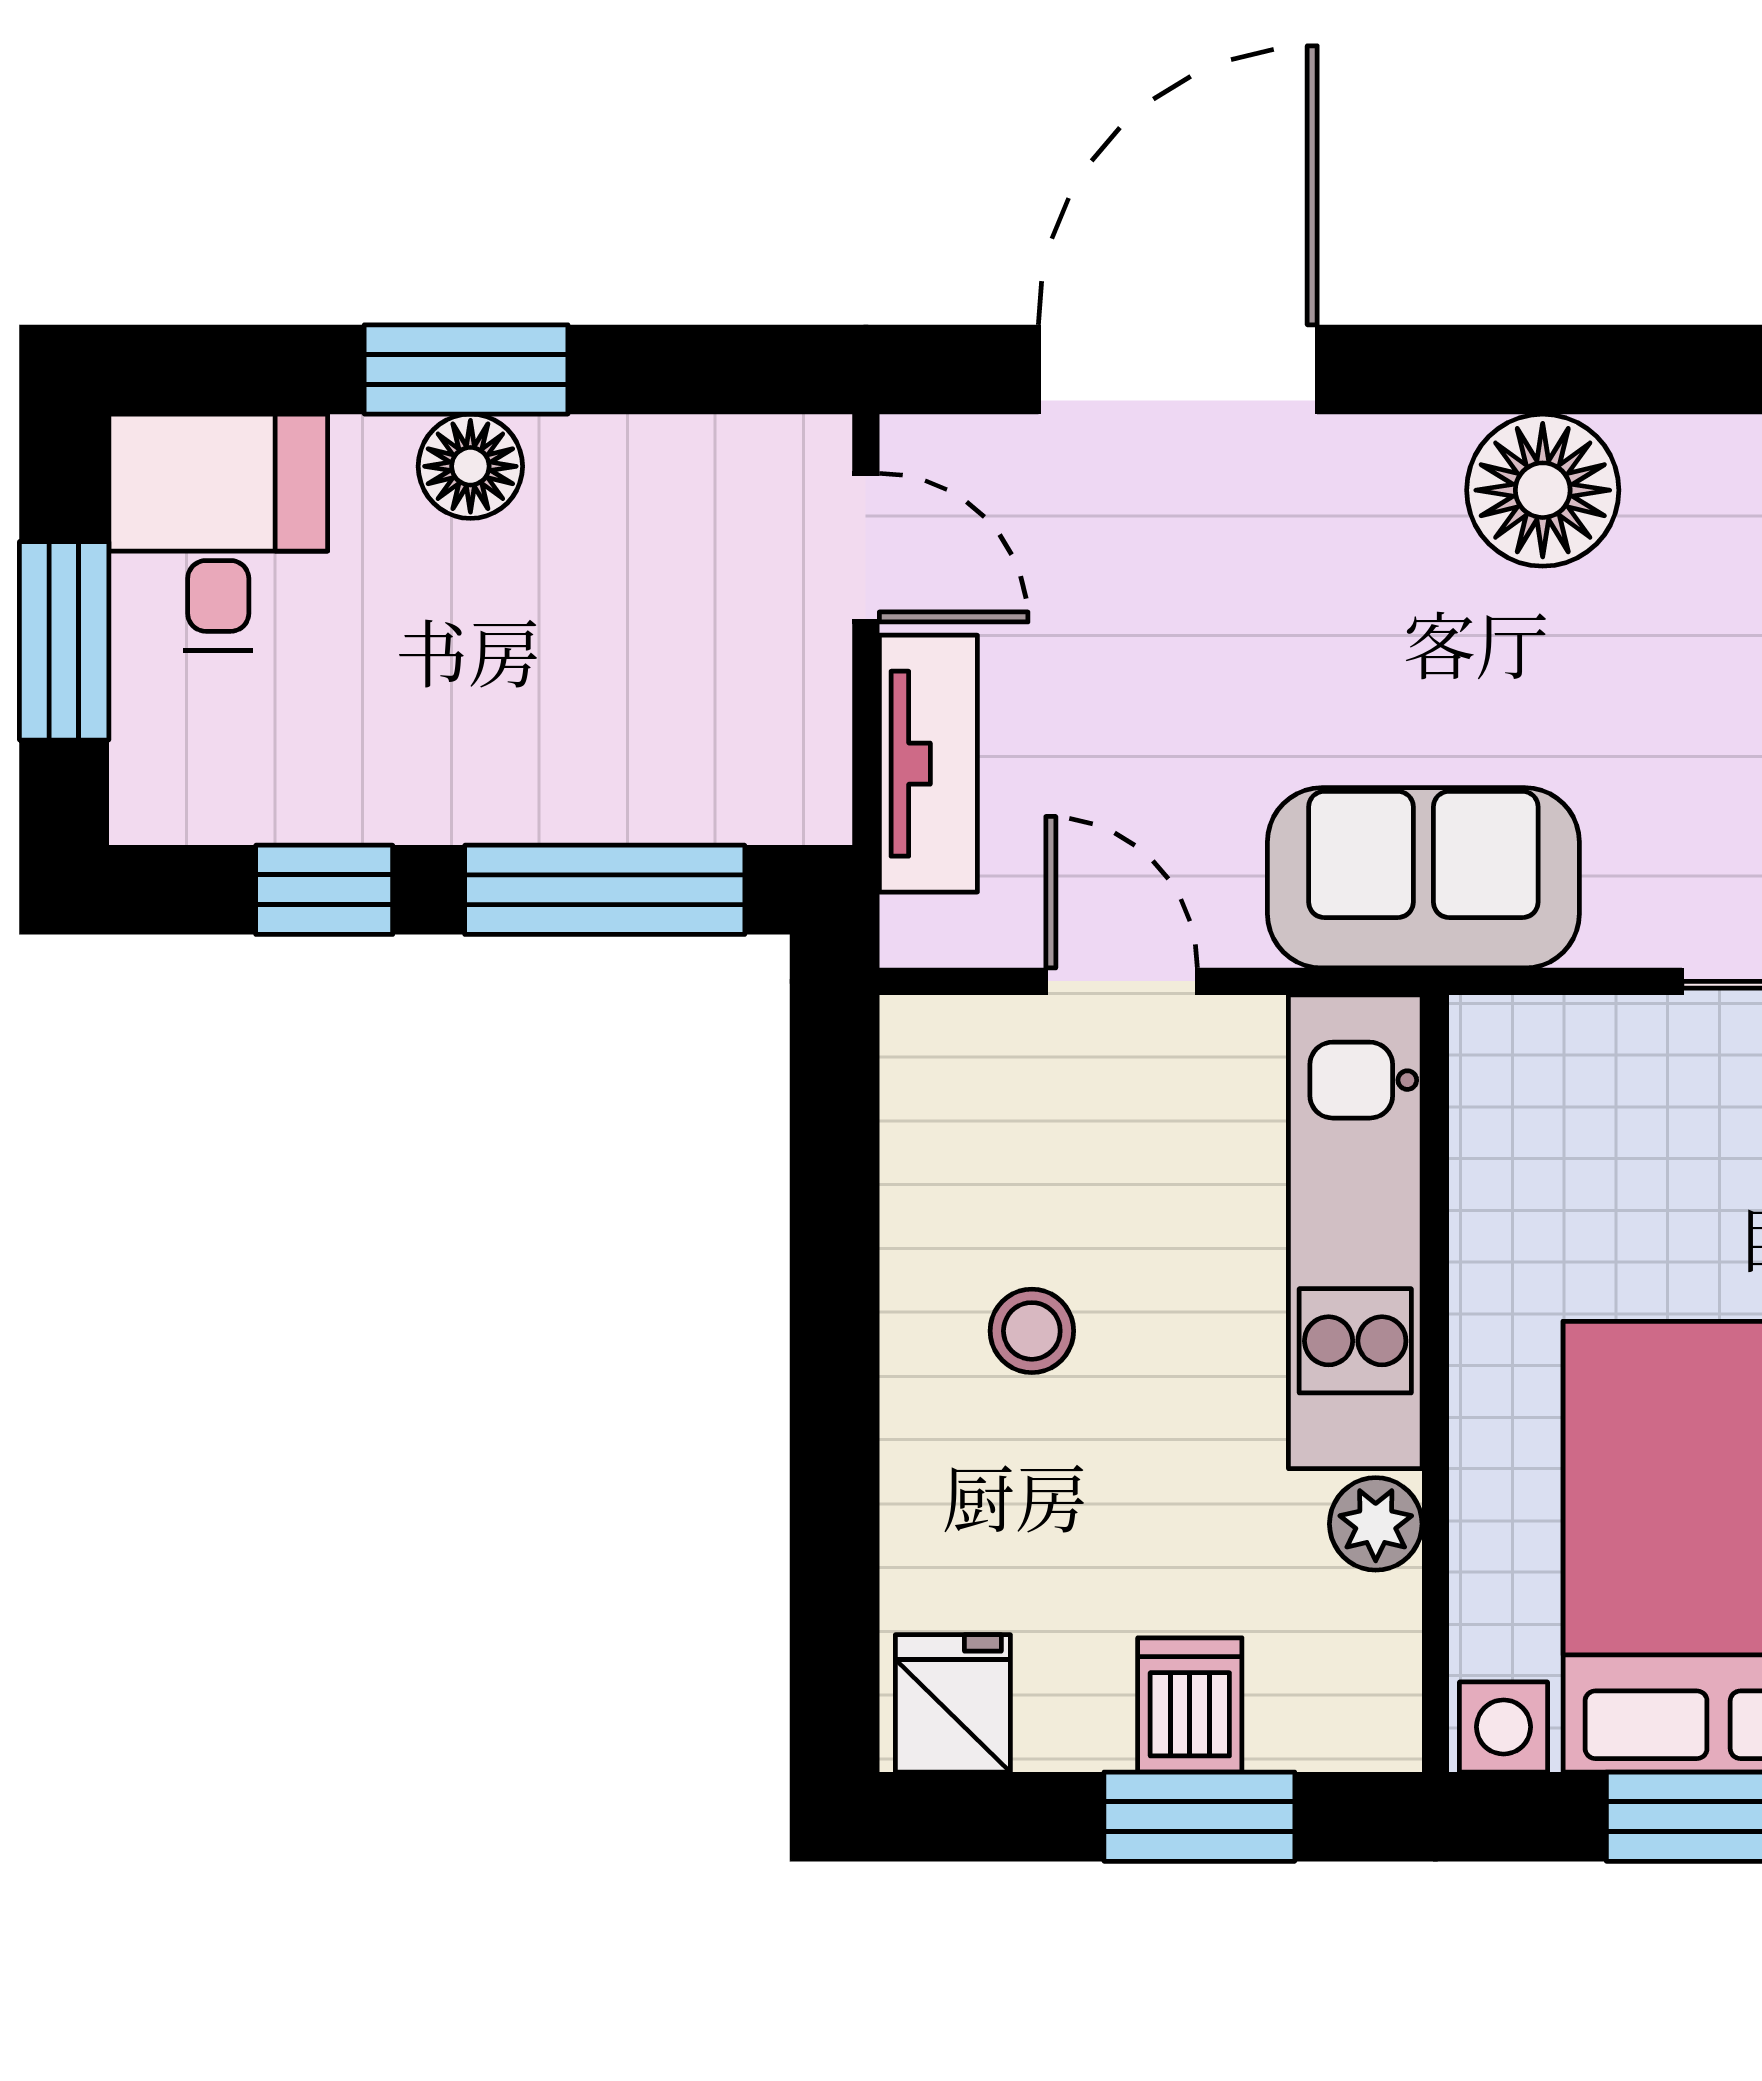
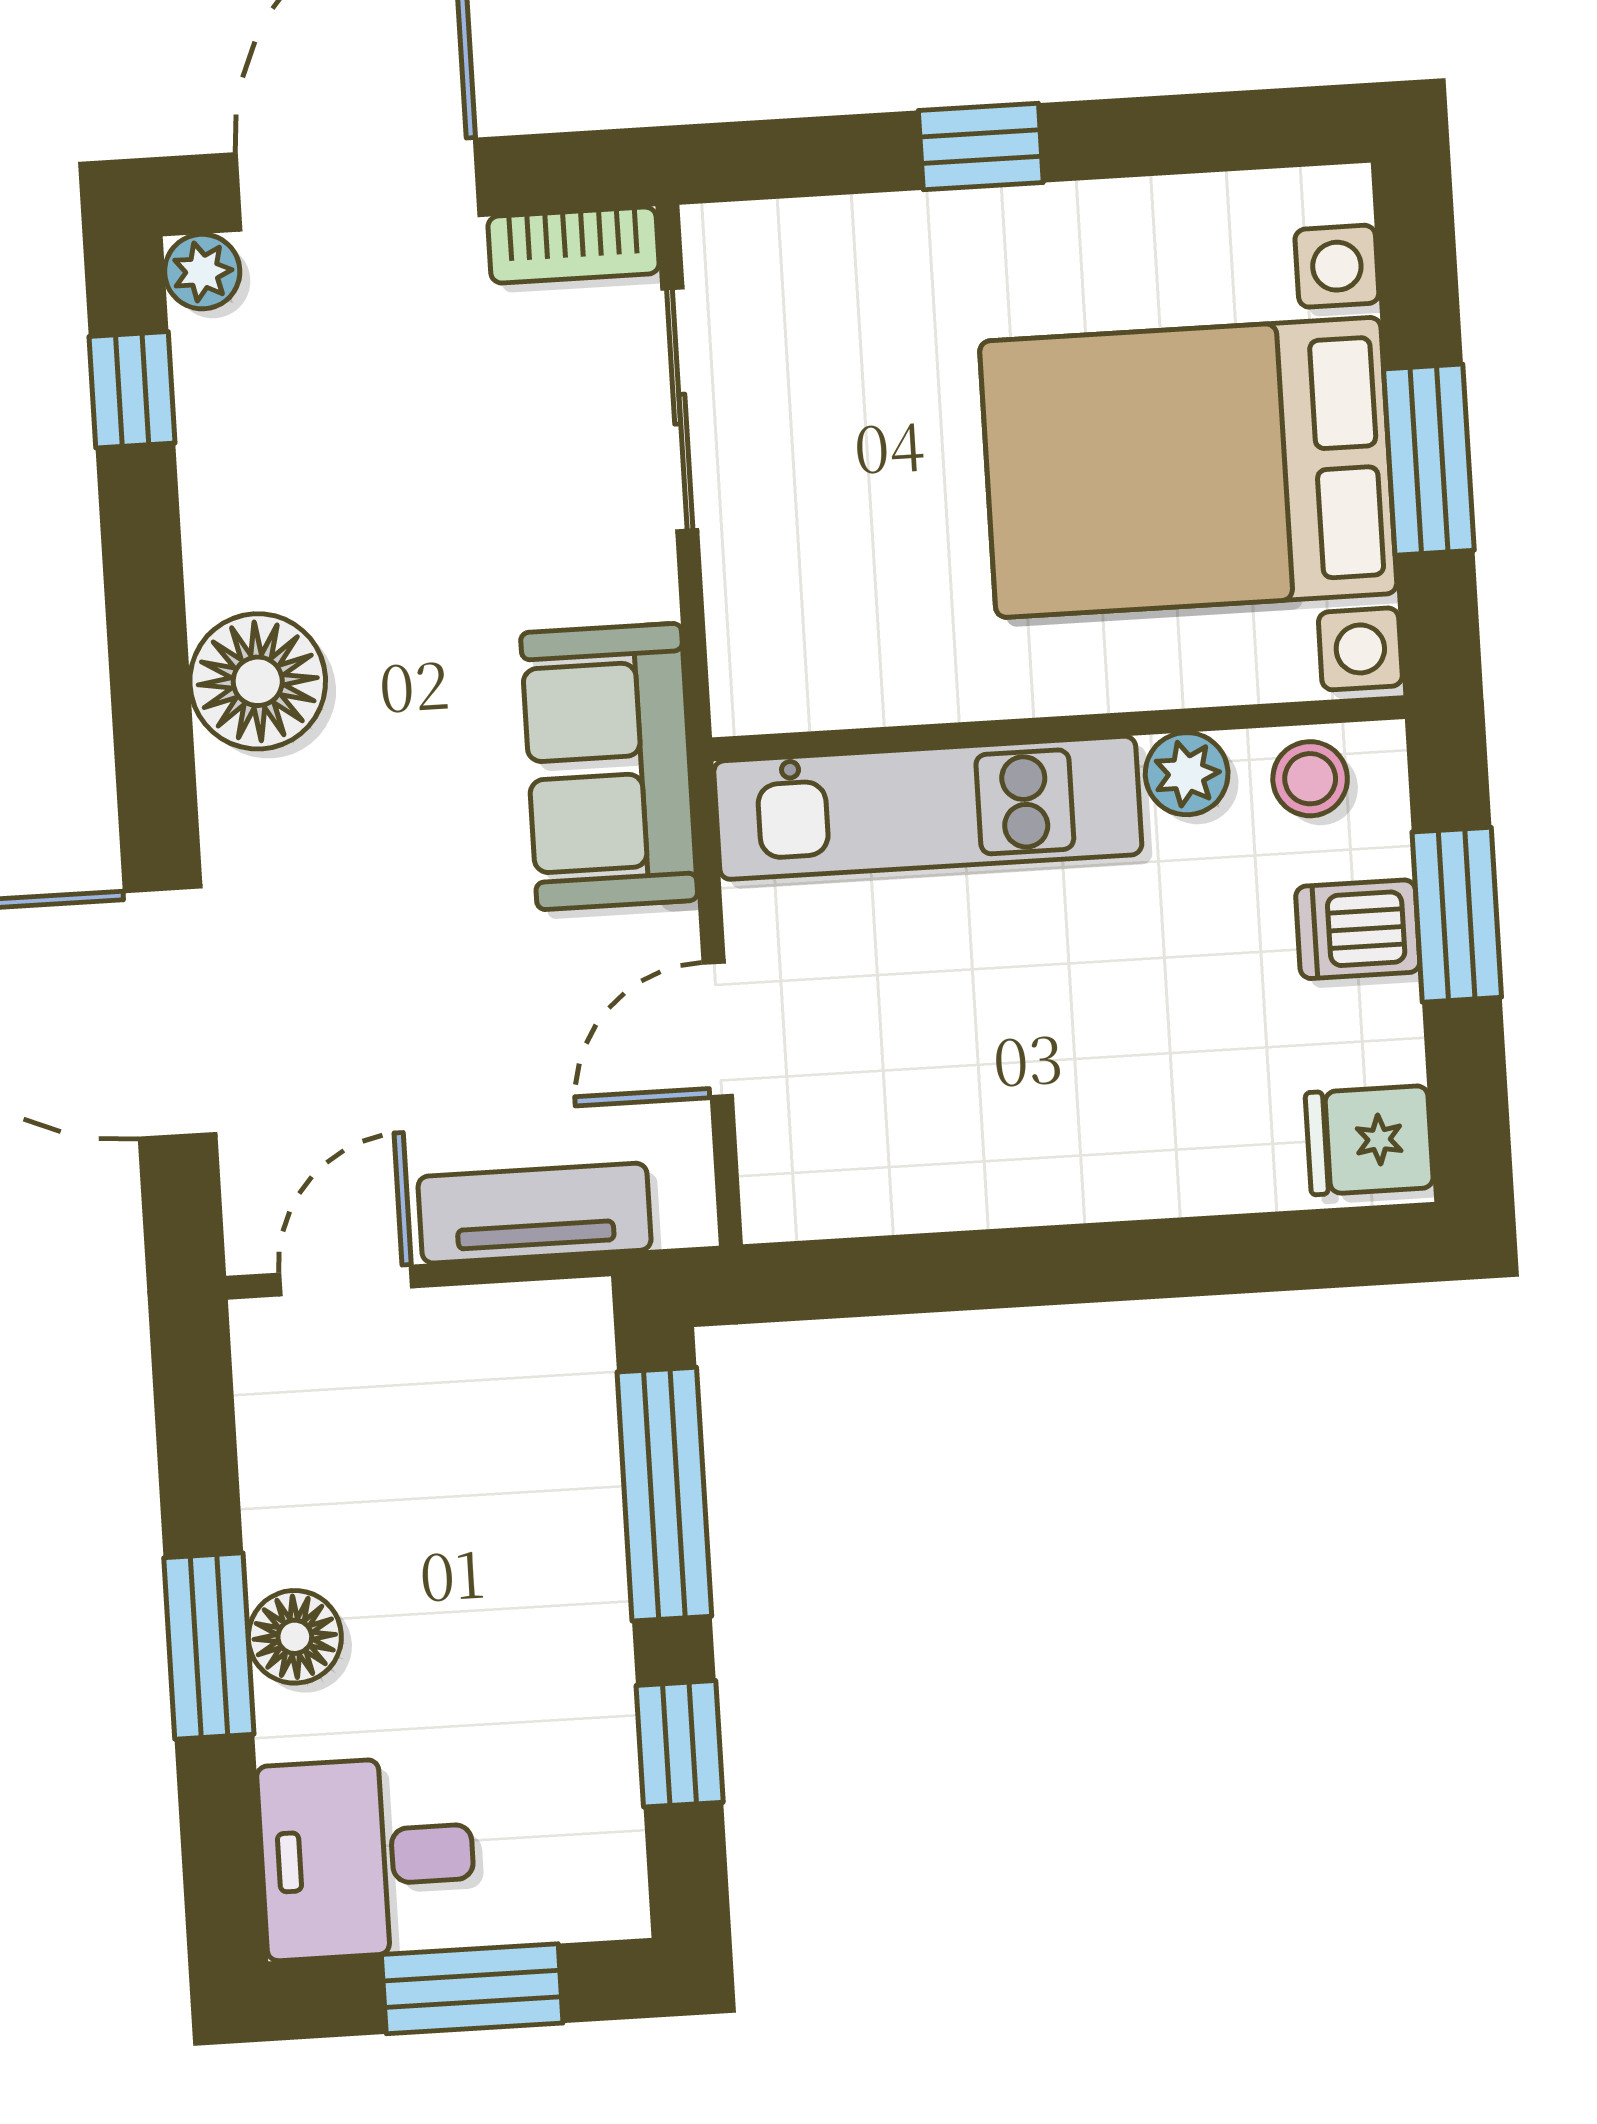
stool: (1032, 1331) -> (1310, 779), moved

